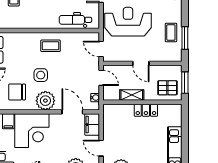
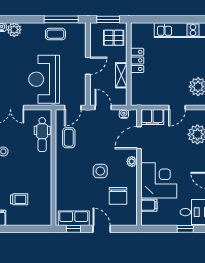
window: (185, 38) -> (61, 19), width x1.44
coffee table: (51, 46) -> (69, 138), moved
door: (101, 78) -> (103, 108), hinge flipped
pallet: (167, 88) -> (114, 38), turned 90
plant: (45, 101) -> (132, 161), width x0.53, depth x0.53

